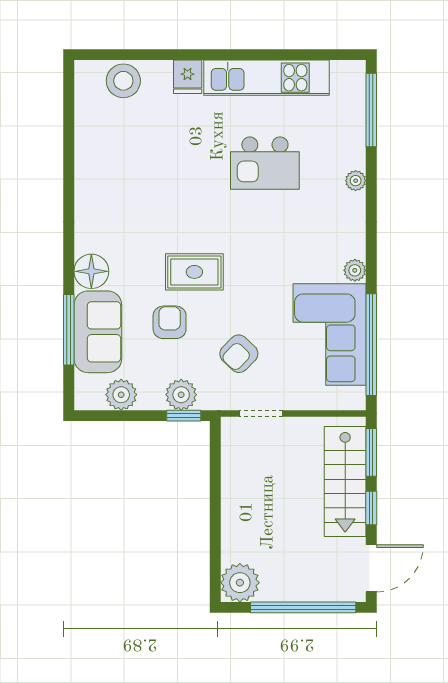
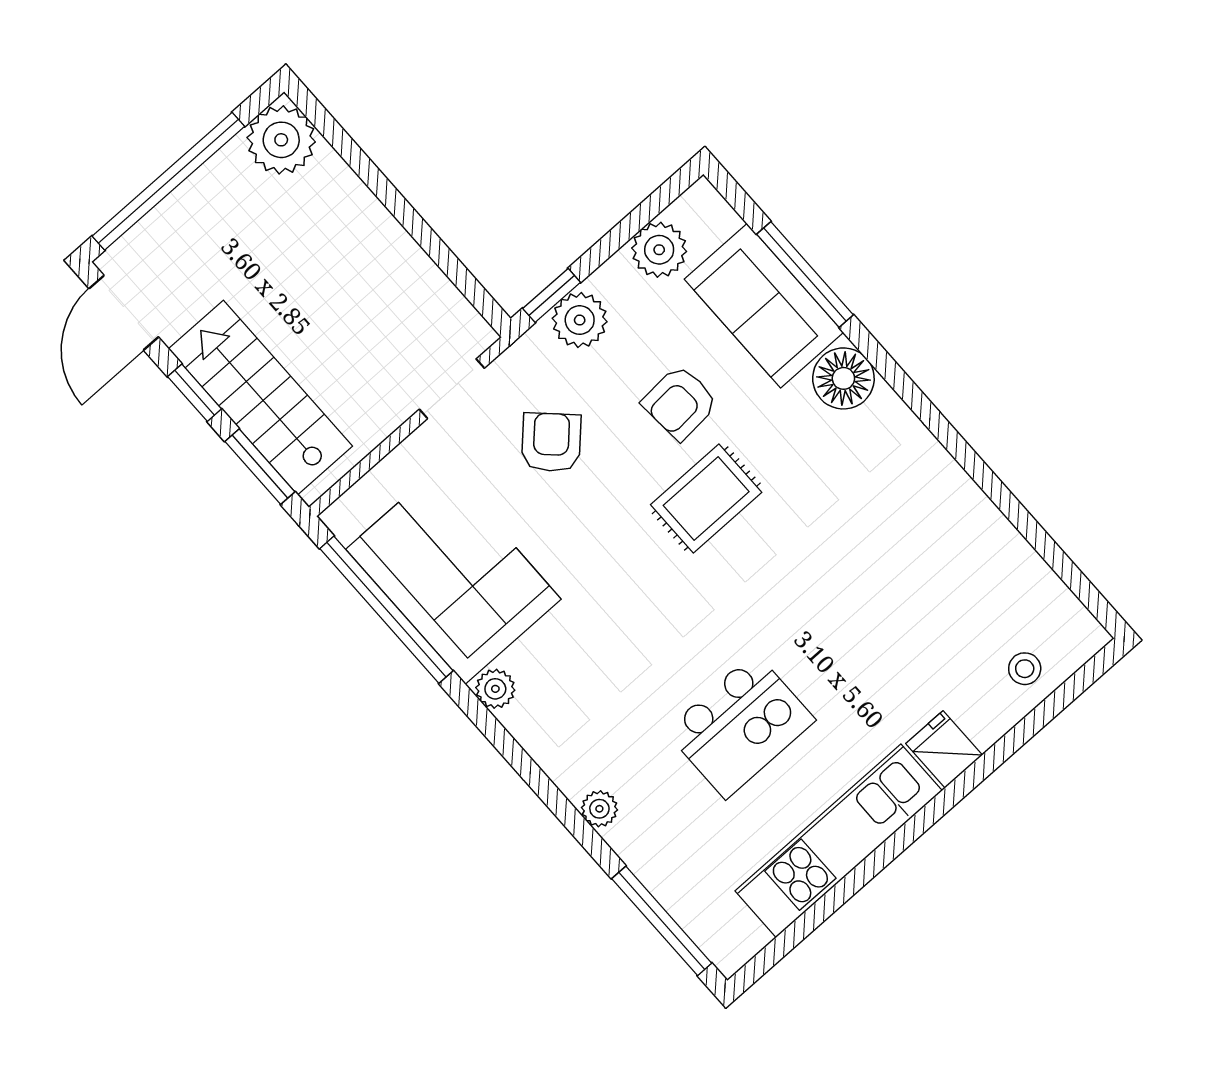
stool: (123, 81) -> (1025, 669), width x0.53, depth x0.53
kitchen island: (265, 163) -> (740, 726), turned 180
armchair: (170, 322) -> (680, 403), turned 86

